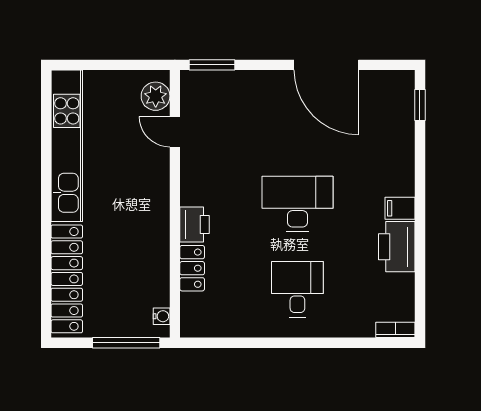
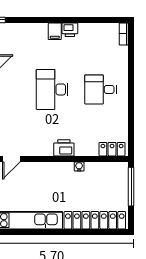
printer: (397, 247) -> (70, 30), width x0.53, depth x0.68
locker: (192, 268) -> (112, 149), moved
water cooler: (162, 316) -> (79, 166), moved

